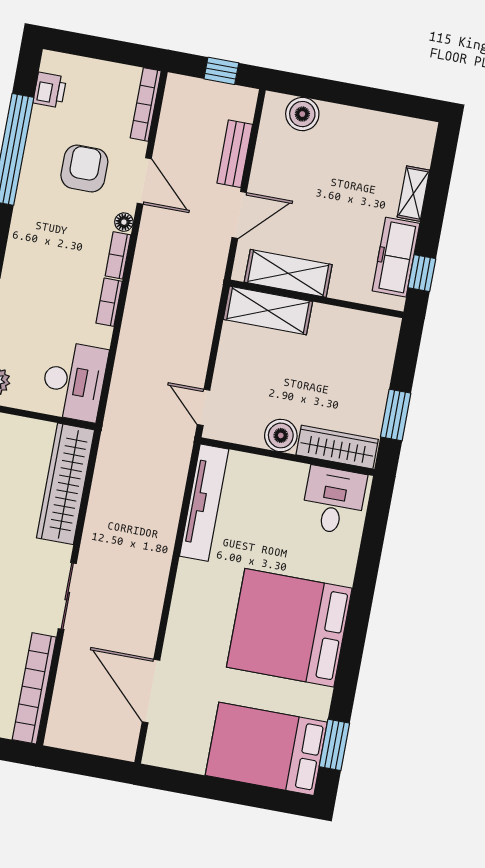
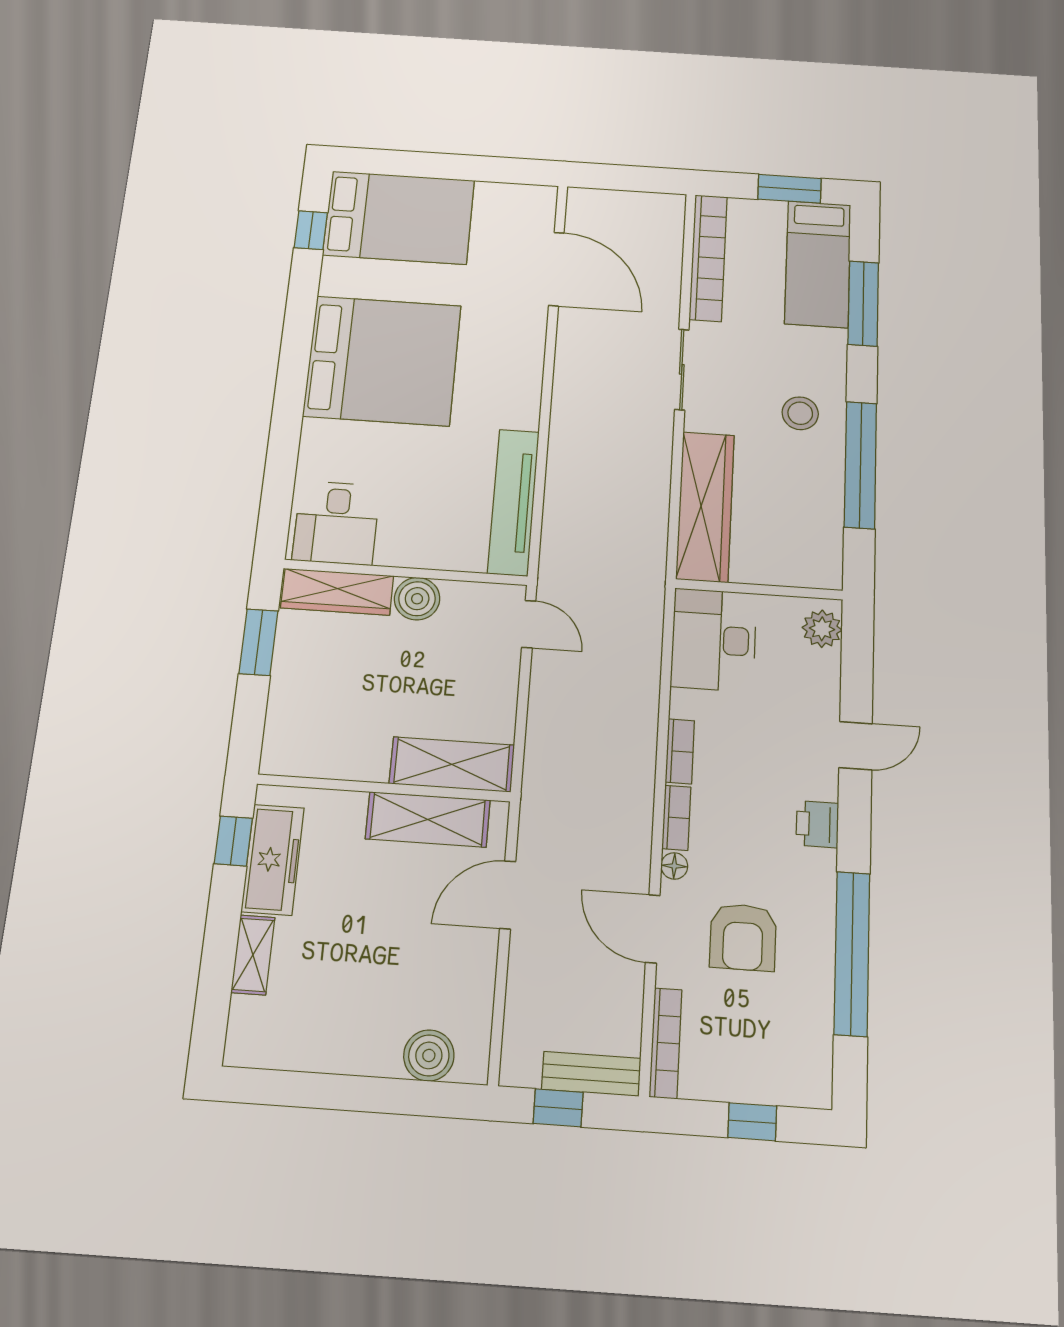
window: (96, 48) -> (752, 1122), added
printer: (50, 90) -> (817, 824), moved
bench: (235, 154) -> (591, 1074), moved, turned 90
window: (334, 745) -> (311, 230), width x0.67

